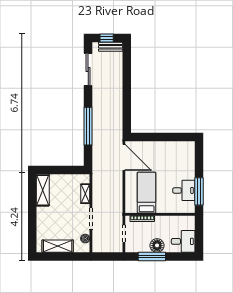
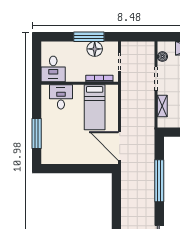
desk: (184, 190) -> (61, 97), moved, turned 90
window: (199, 191) -> (37, 133), moved
desk: (183, 241) -> (53, 69), moved, turned -90
floor lamp: (157, 245) -> (95, 49), moved

